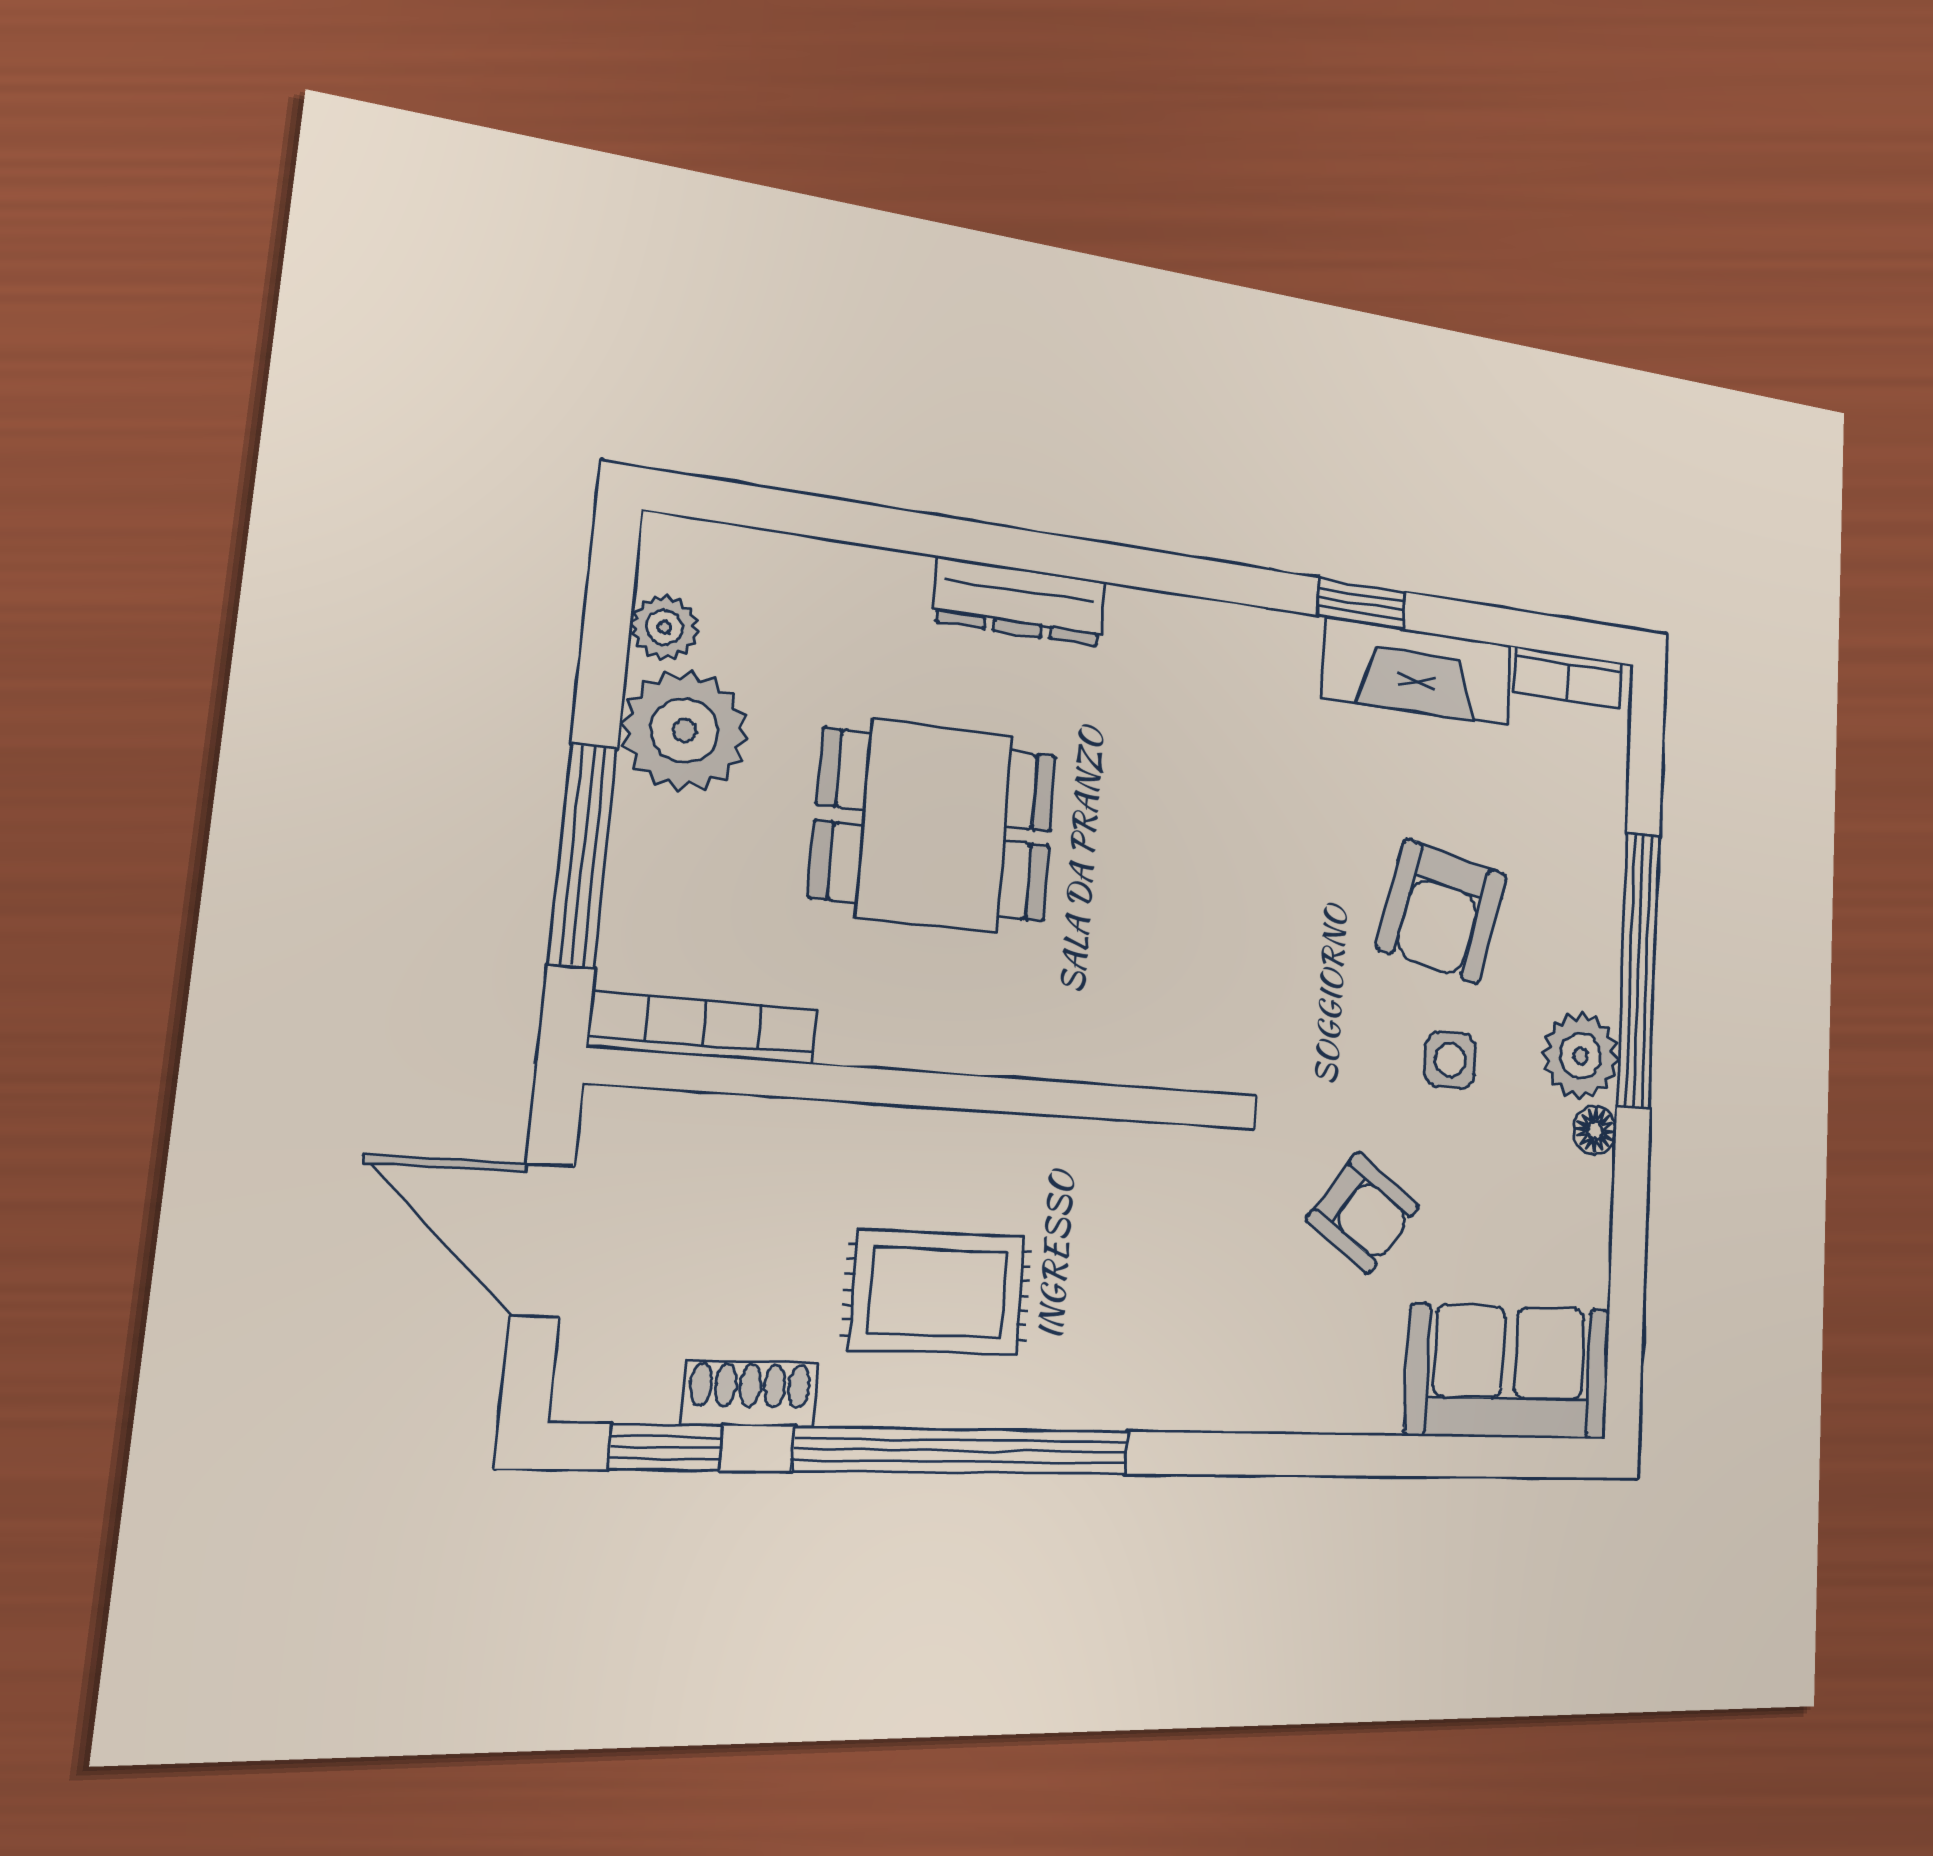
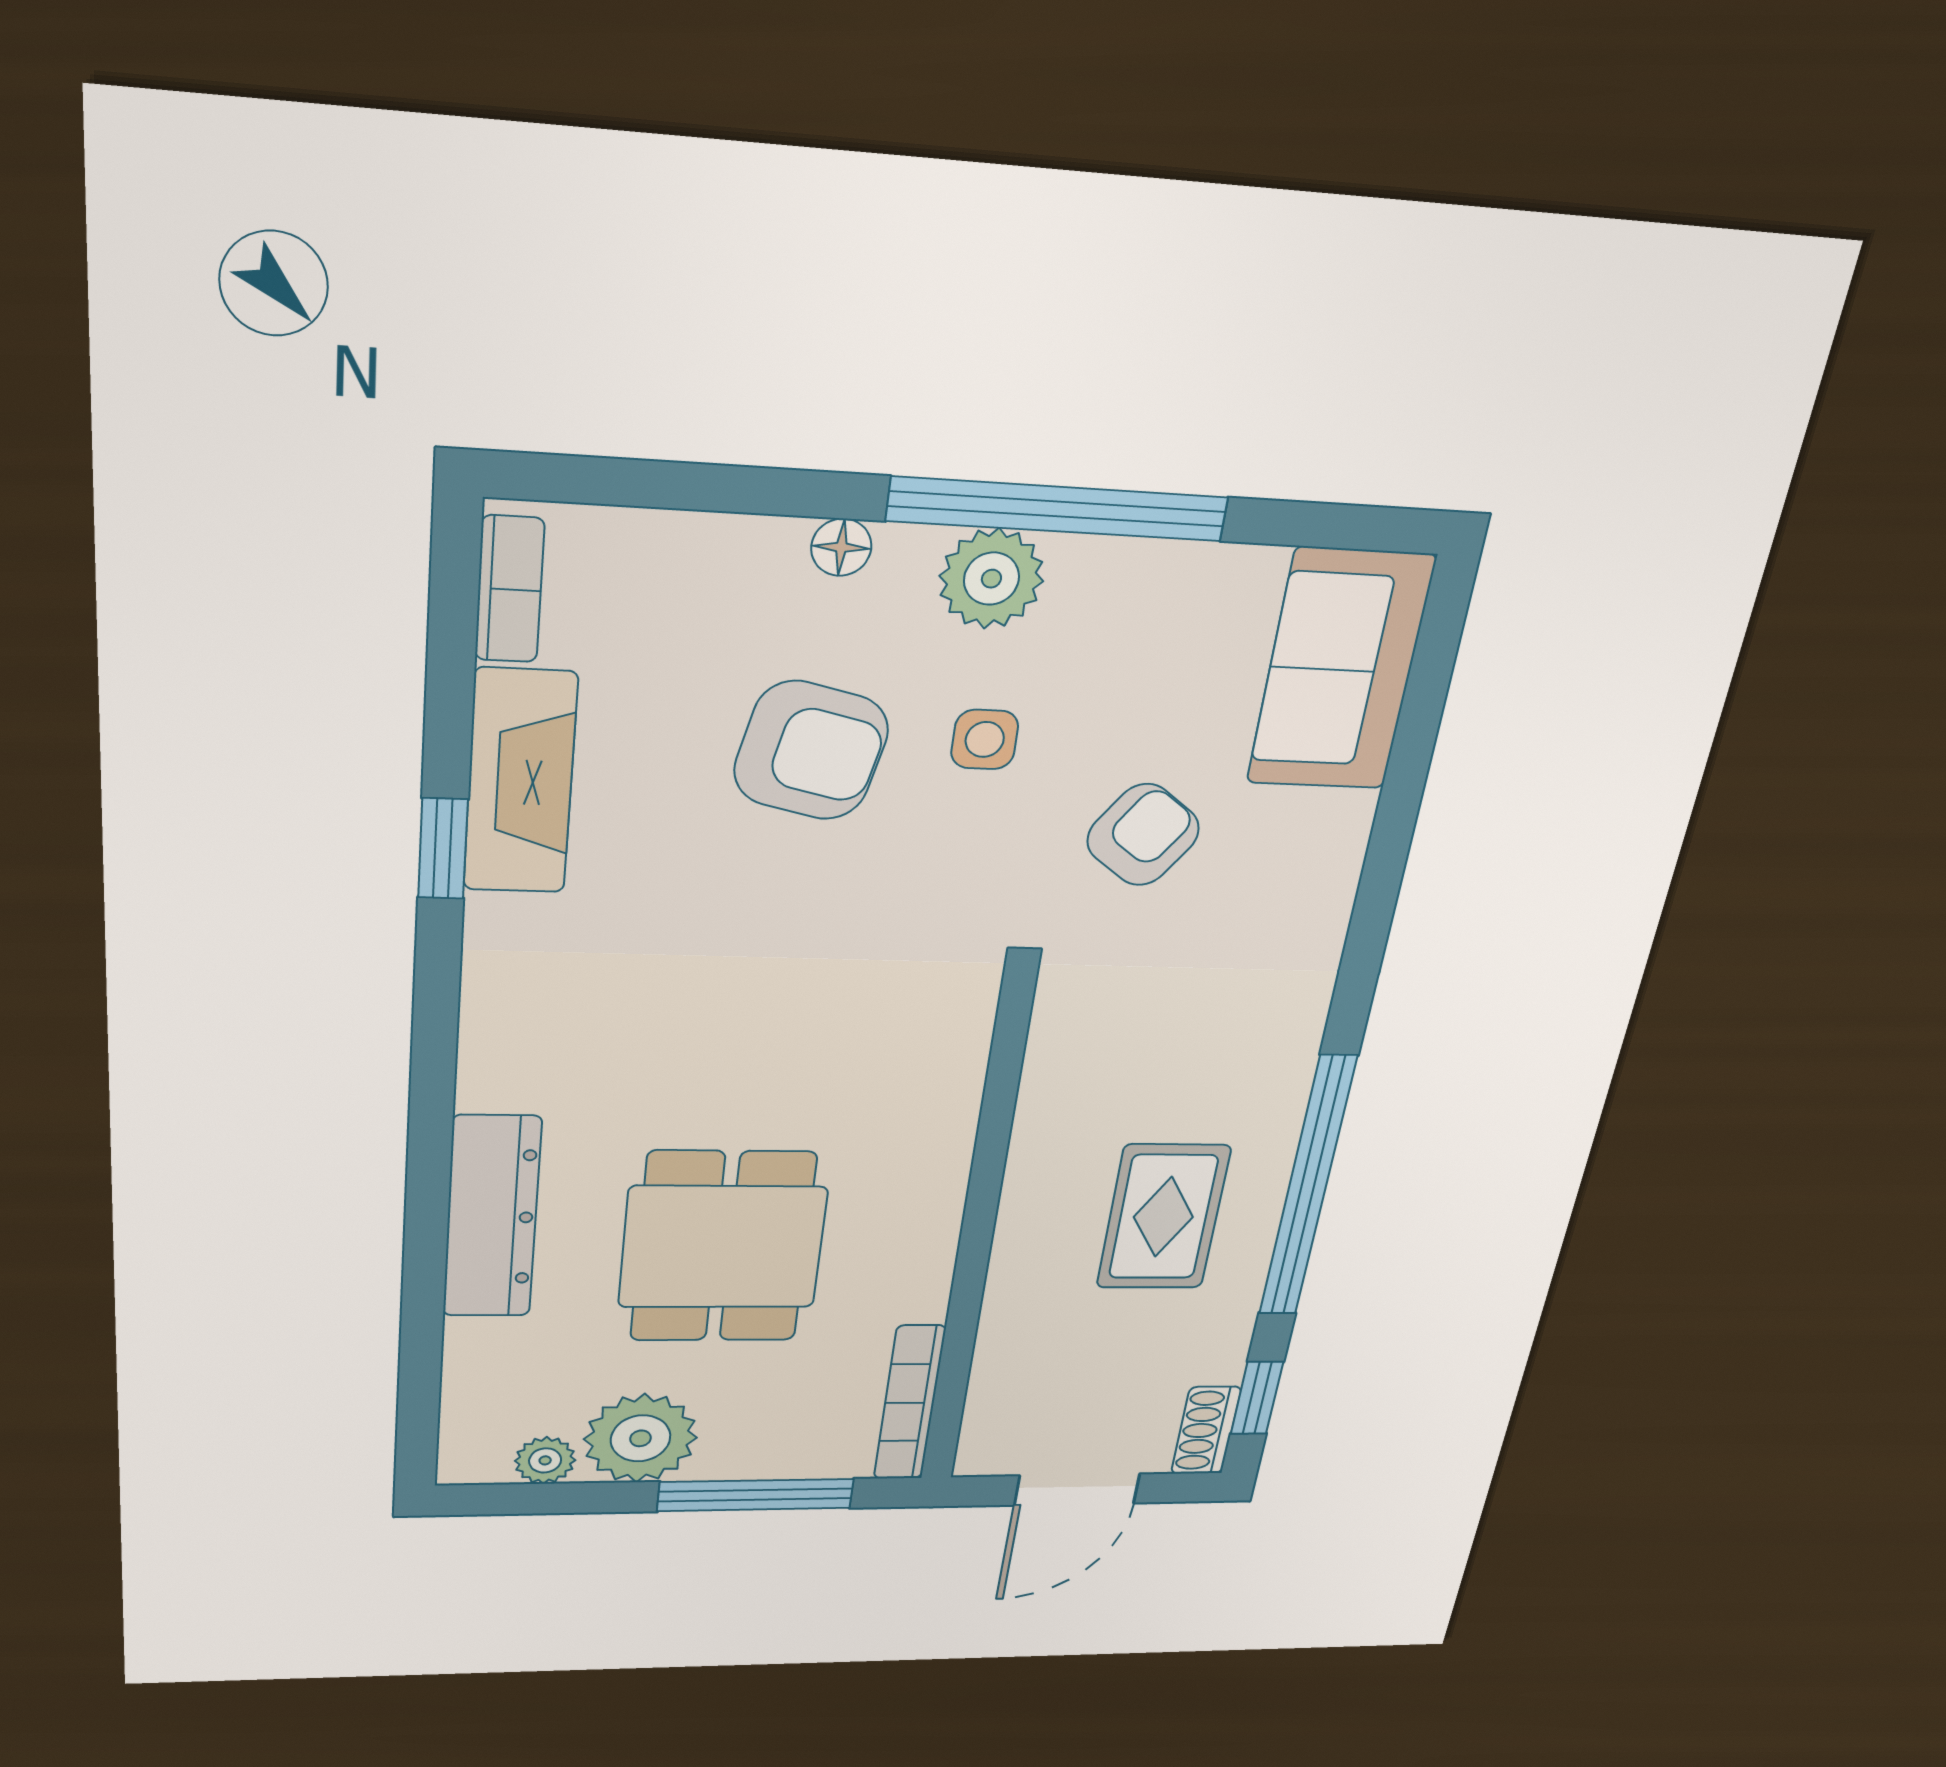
dresser: (1020, 601) -> (492, 1217), width x1.37, depth x1.24
window: (1638, 970) -> (1058, 509), moved
floor lamp: (1595, 1130) -> (841, 547), moved
shoe rack: (750, 1394) -> (1206, 1430), moved

